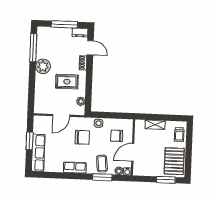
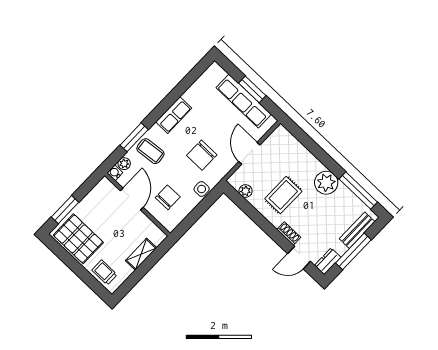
bench: (53, 32) -> (357, 230), added
row of seats: (38, 153) -> (244, 101), moved

